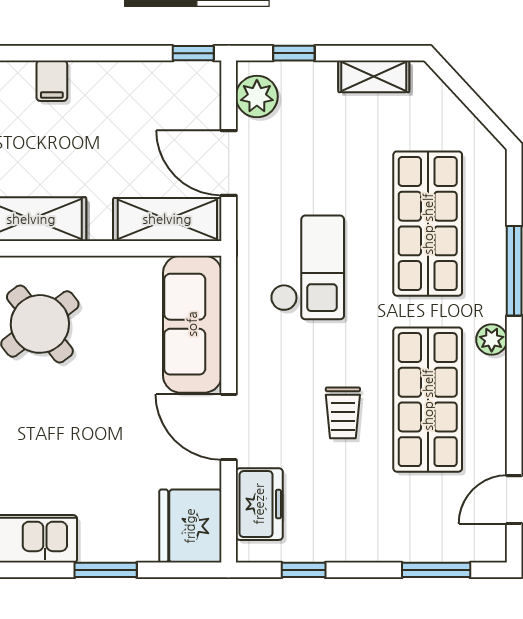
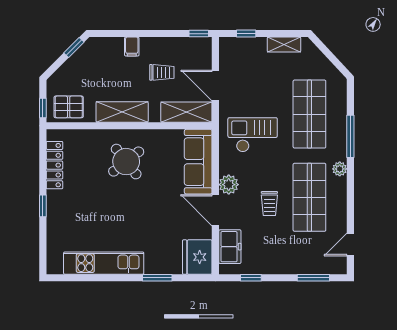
plant: (257, 96) -> (229, 185), moved
trolley: (115, 135) -> (162, 72), added
checkout: (307, 267) -> (253, 135), turned -90

